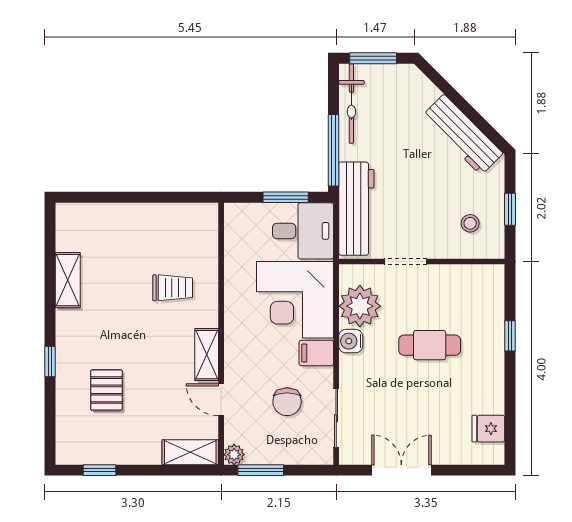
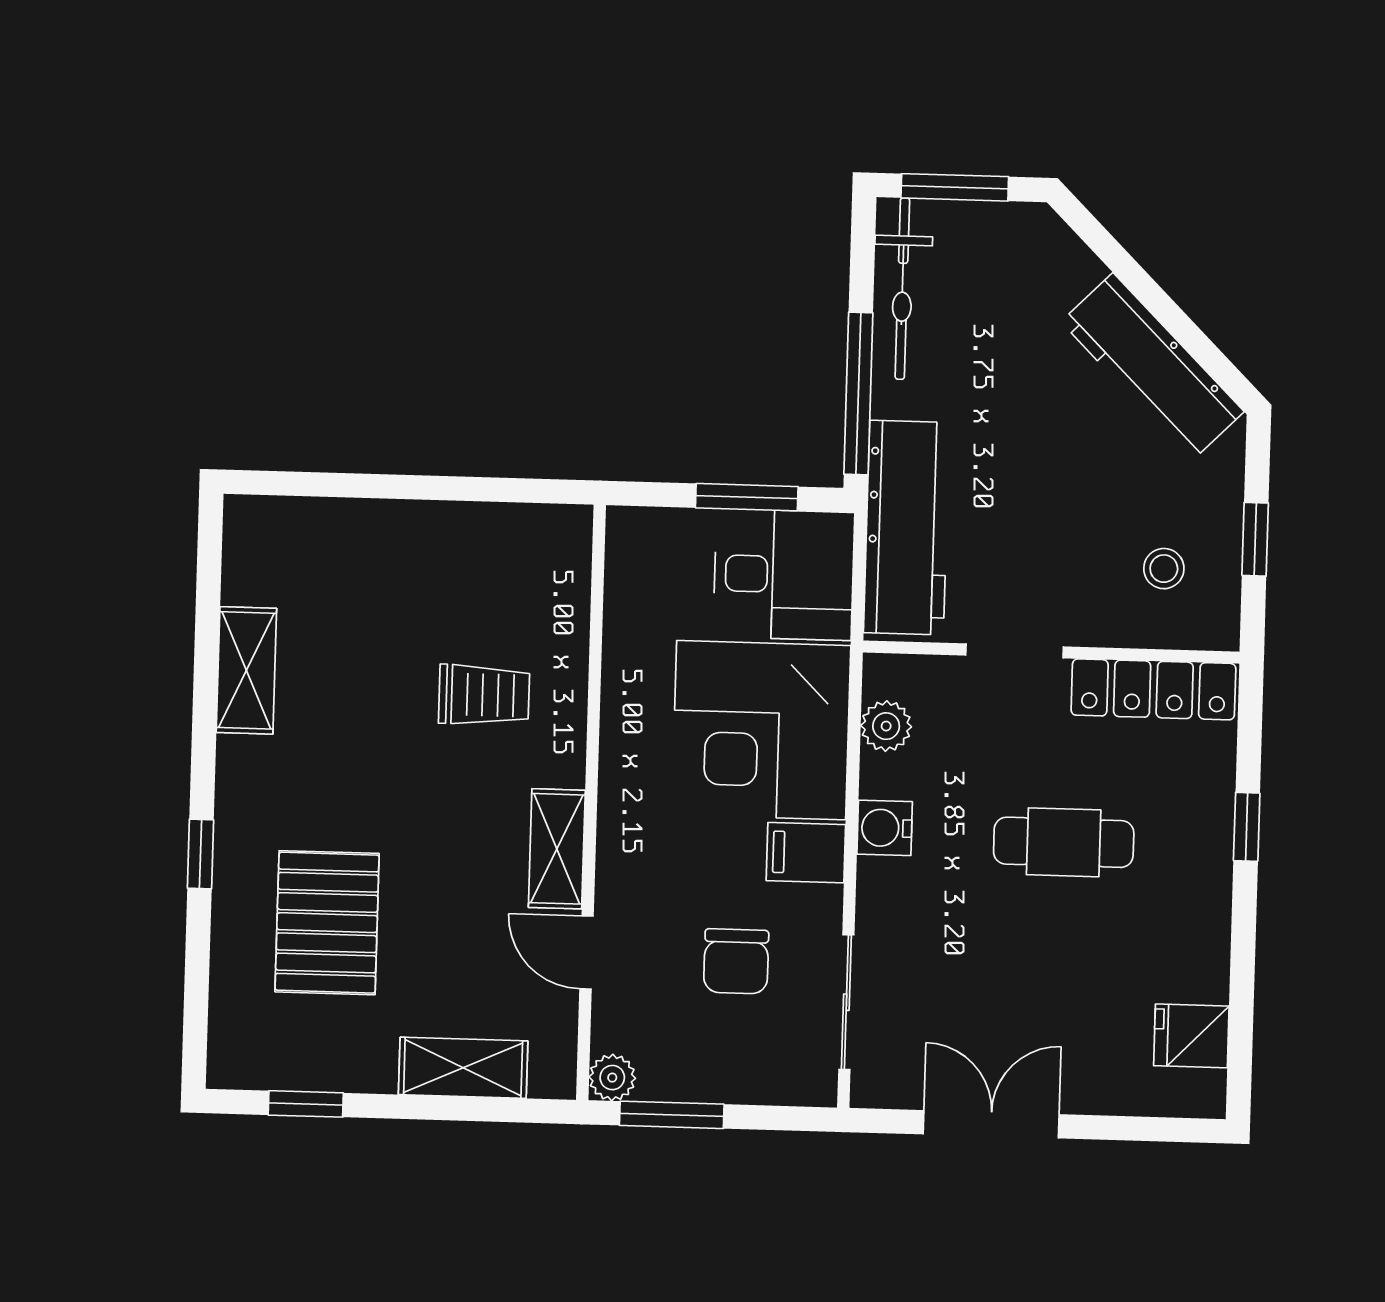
locker: (467, 277) -> (1153, 689), added
plant: (360, 306) -> (886, 726), width x0.53, depth x0.53
pallet: (107, 390) -> (327, 923), width x1.50, depth x1.42
shelving: (190, 452) -> (463, 1068), moved

